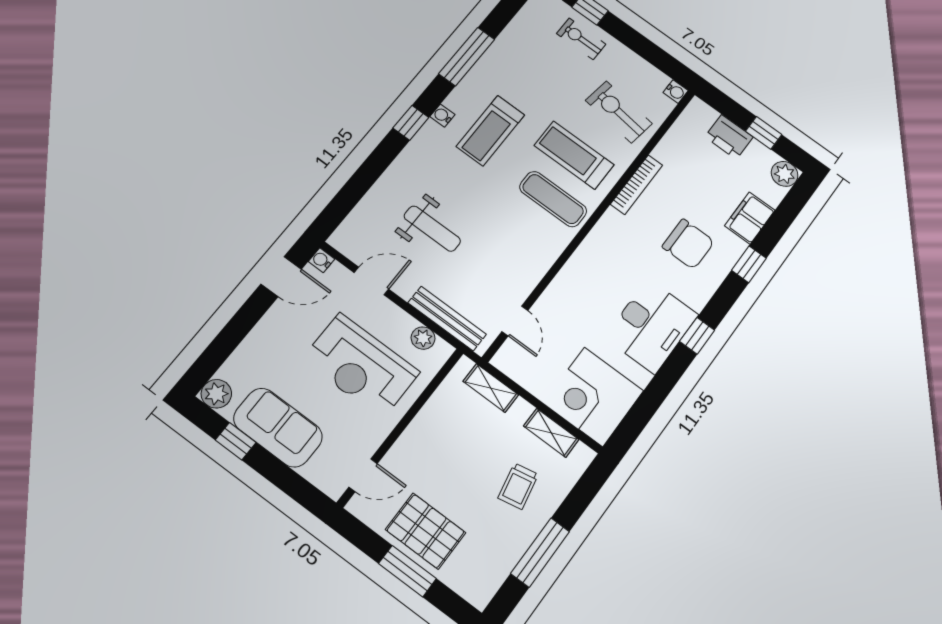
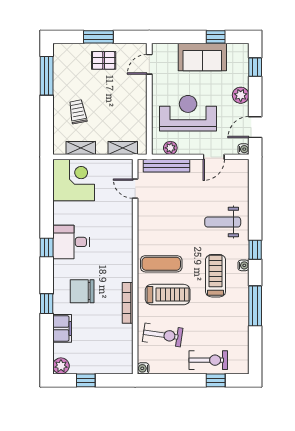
exercise bike: (581, 39) -> (208, 360), width x1.38, depth x1.39
printer: (729, 137) -> (101, 364), removed
weight bench: (432, 229) -> (223, 222), moved
desk: (651, 326) -> (71, 242), width x0.73
window: (214, 357) -> (255, 67), added
plant: (216, 394) -> (241, 95), moved
pallet: (426, 531) -> (104, 60), width x0.67, depth x0.71
window: (540, 553) -> (47, 76), moved

